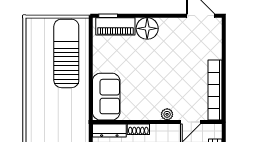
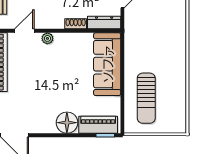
sun lounger: (66, 53) -> (146, 98), width x0.73, depth x0.75
sofa: (106, 97) -> (107, 64), width x1.36

